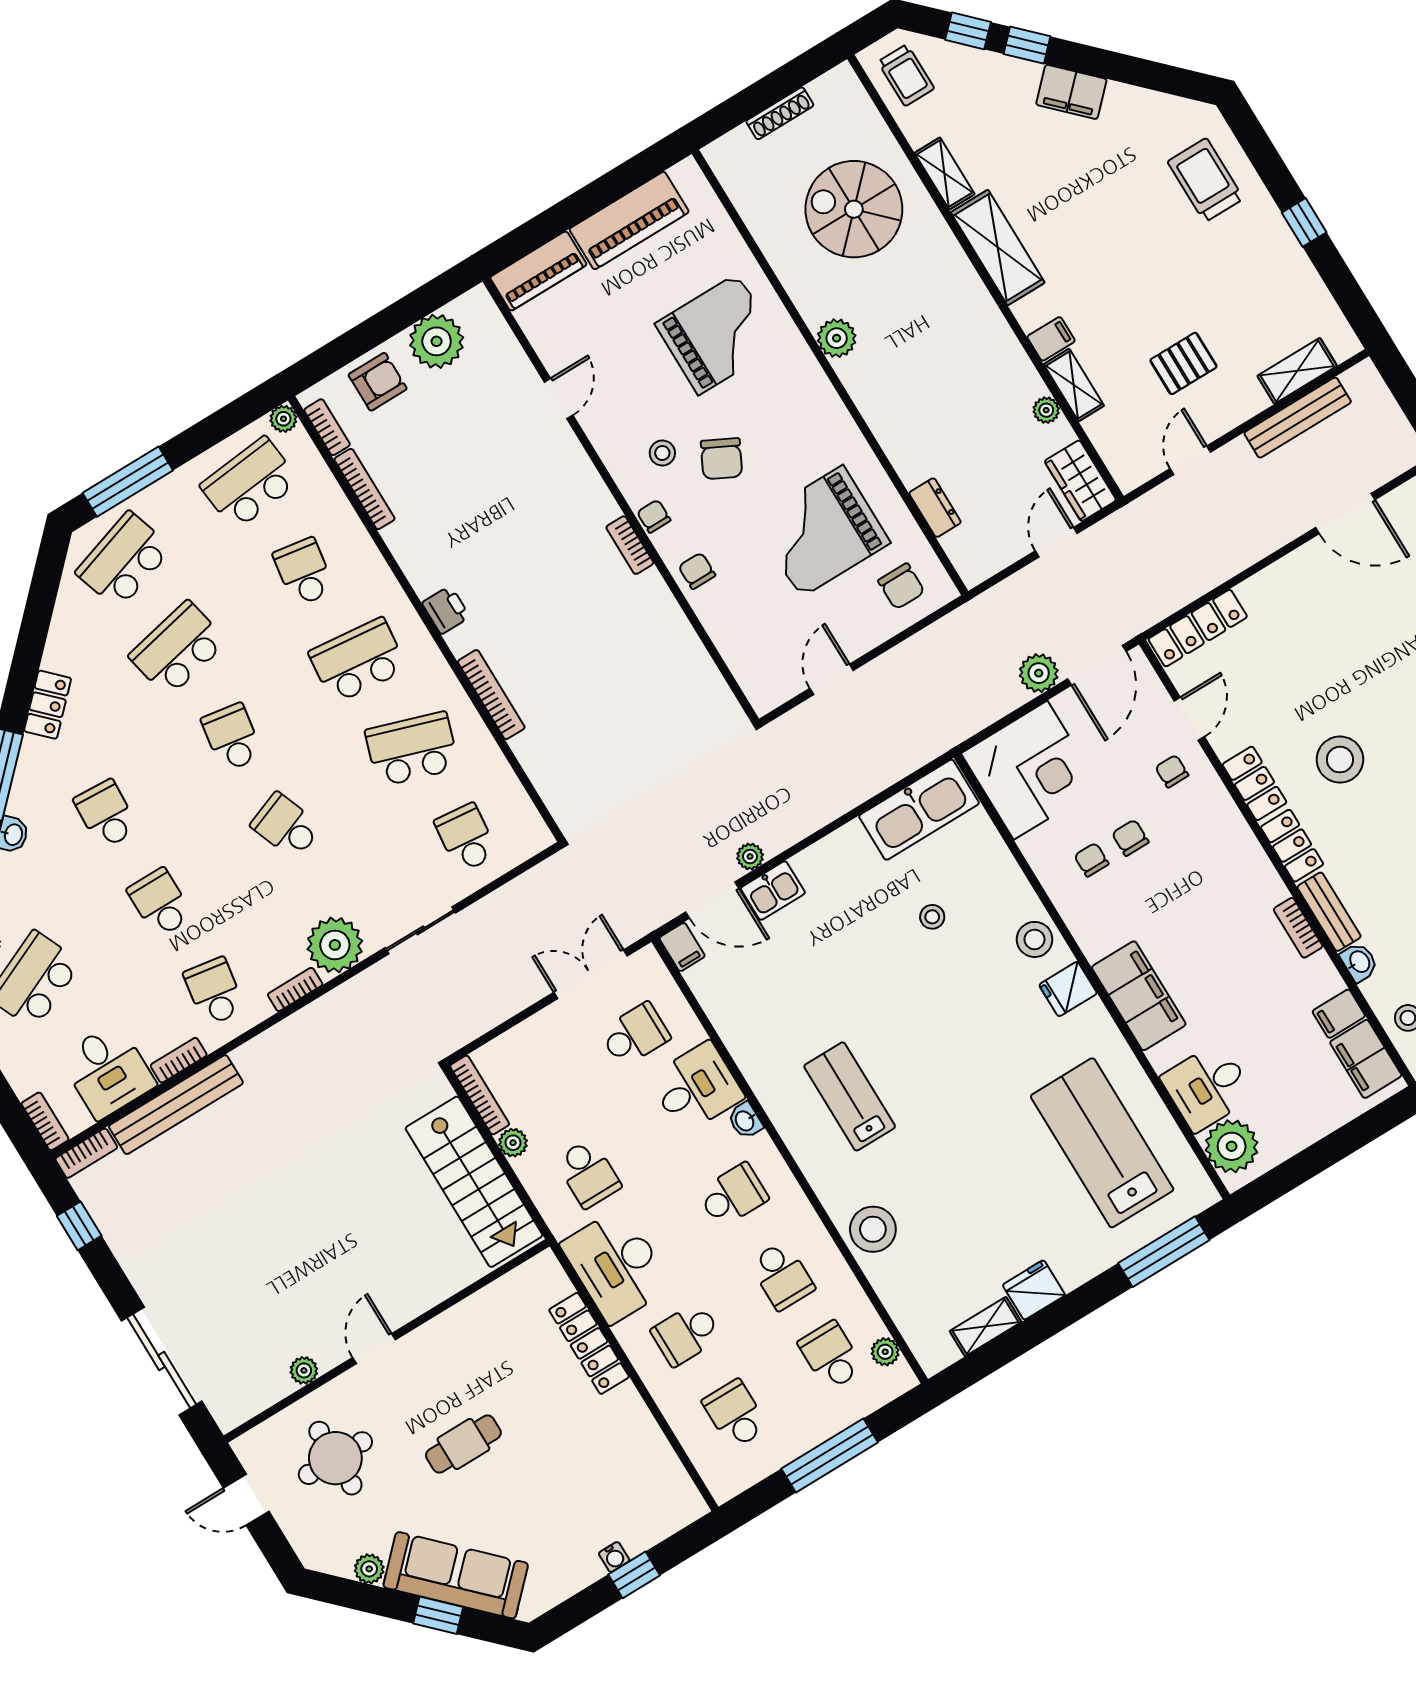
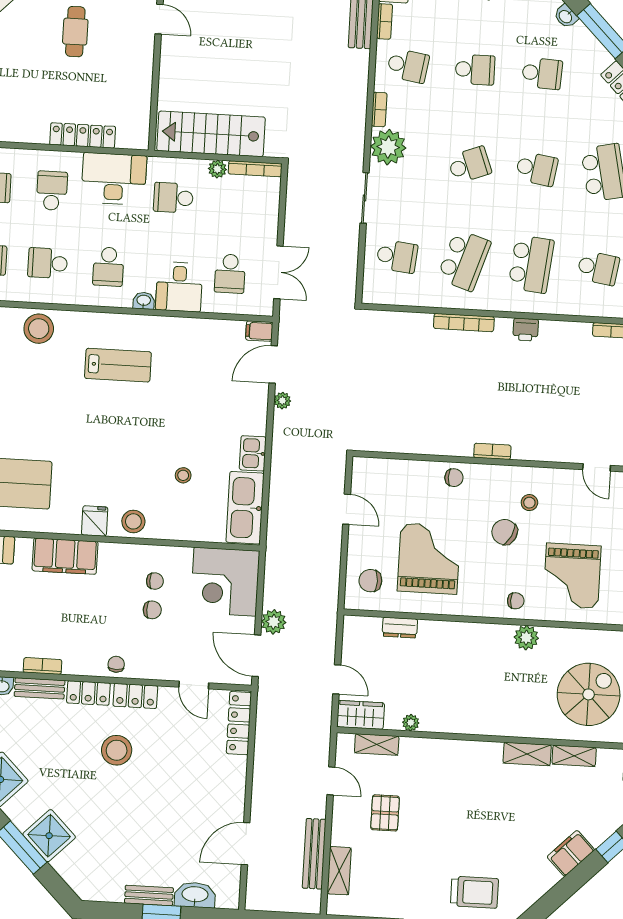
shelving: (998, 247) -> (527, 754), width x0.67, depth x0.75
filing cabinet: (1051, 339) -> (447, 752), removed
shelving: (1074, 385) -> (377, 744), moved
chair: (654, 516) -> (516, 601), moved
chair: (1172, 771) -> (116, 664), moved, turned -90
kitchen sink: (773, 891) -> (253, 453), moved

